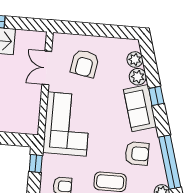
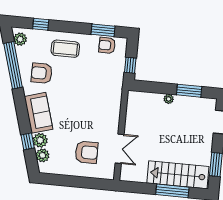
armchair: (85, 64) -> (86, 152), turned 80
window: (156, 96) -> (28, 141), moved
corner sofa: (67, 124) -> (103, 100), removed

